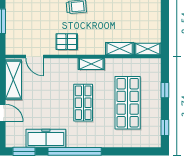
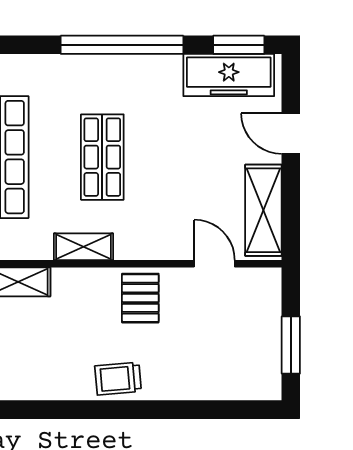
pallet: (67, 42) -> (140, 298), turned 90
freezer: (46, 138) -> (229, 75), moved

